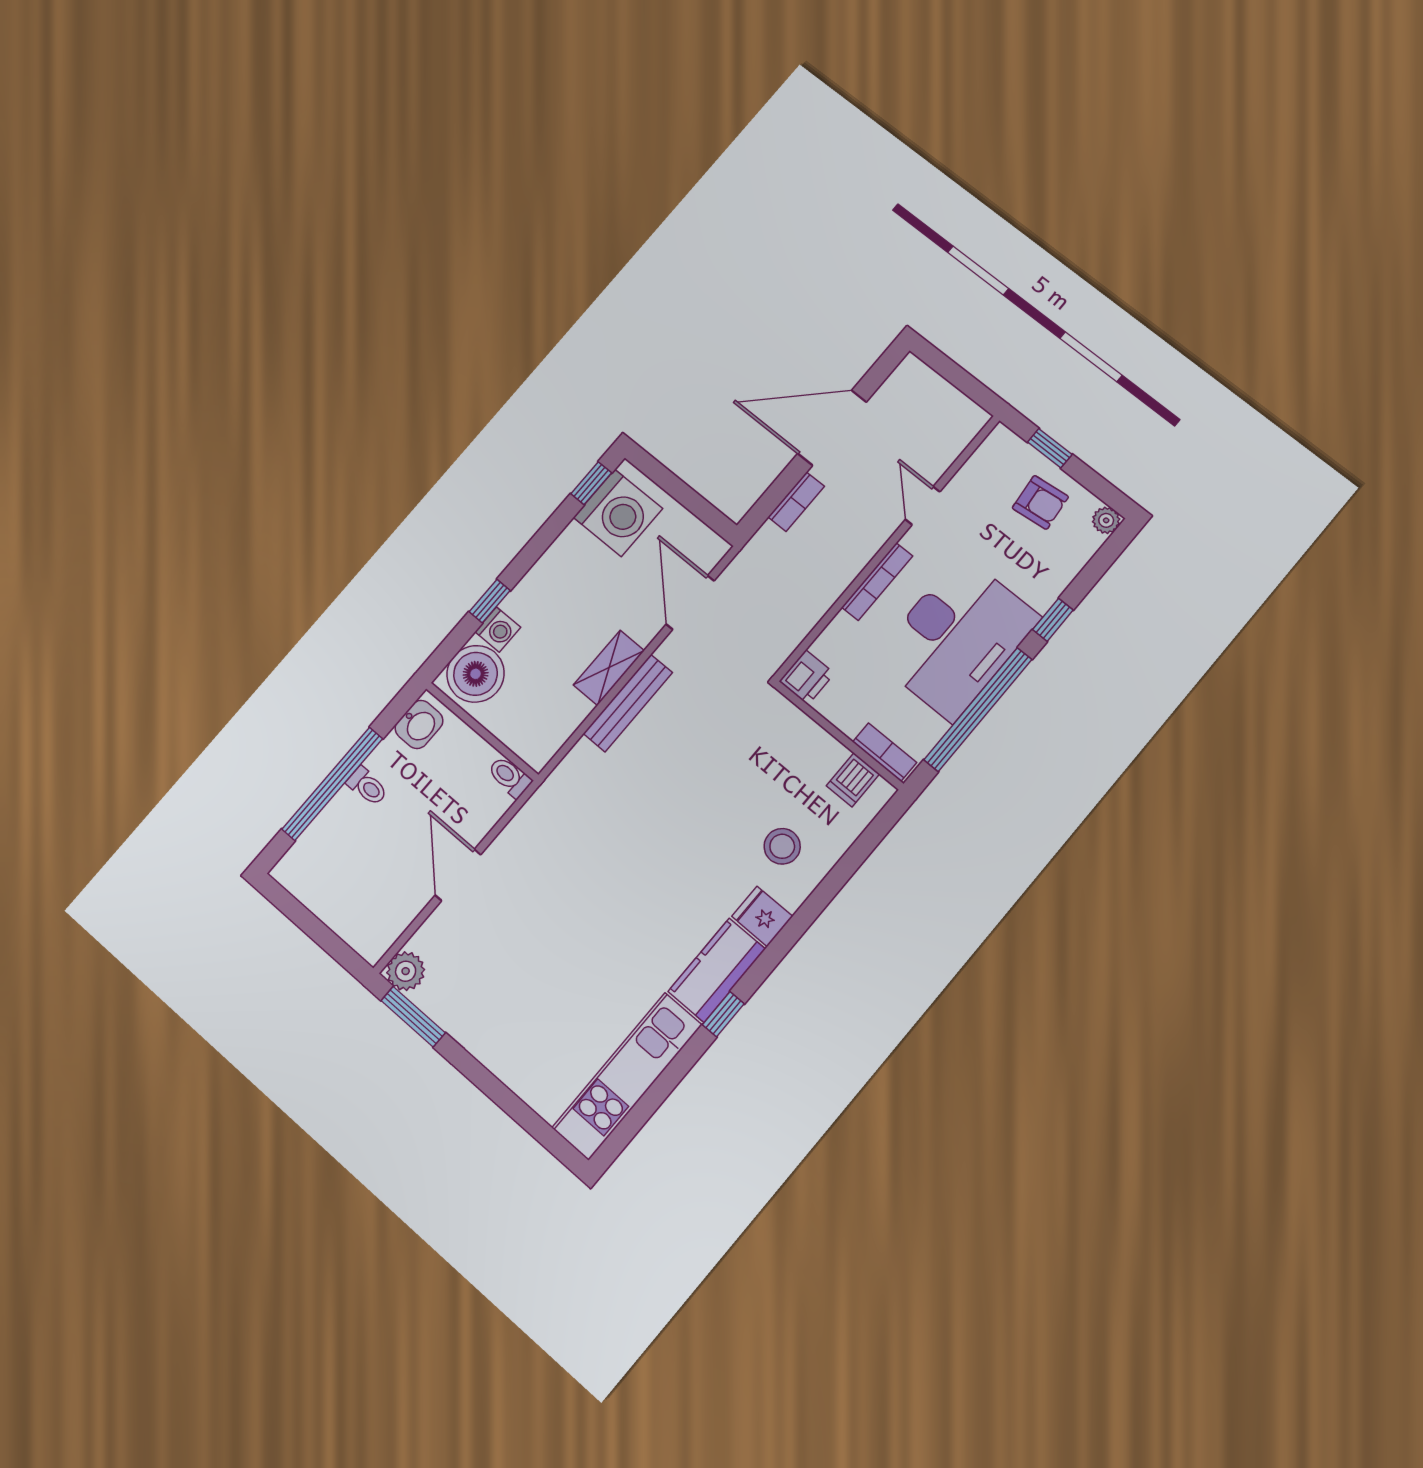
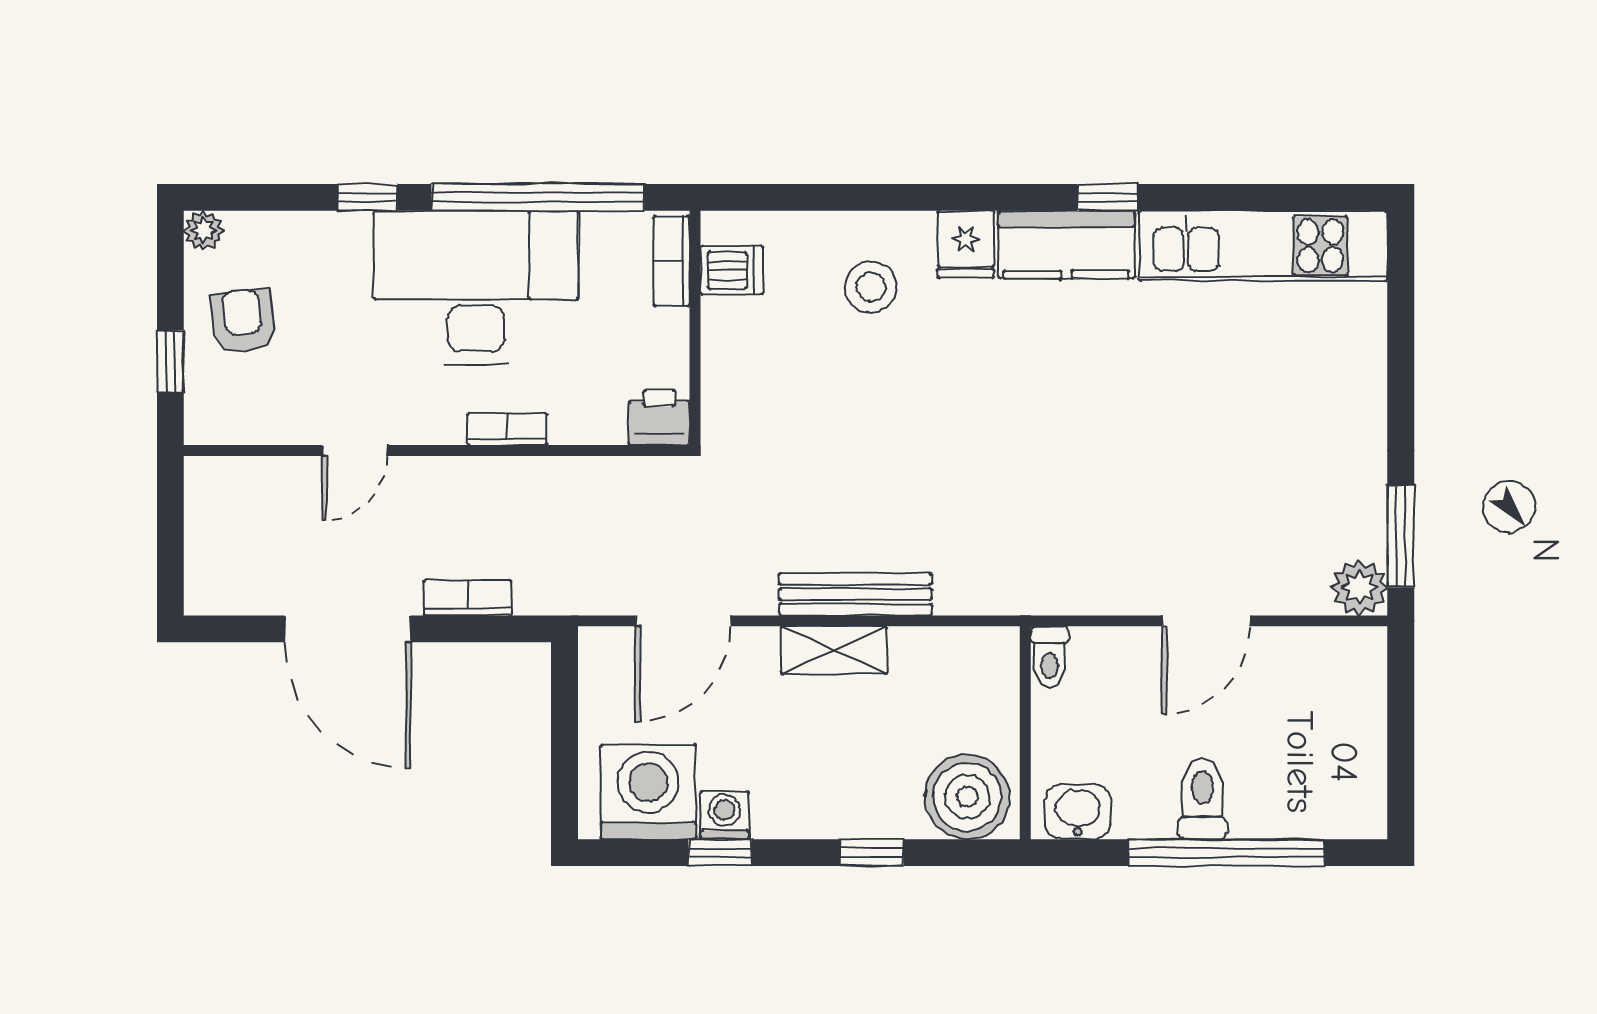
window: (591, 483) -> (720, 853), moved
bookcase: (877, 582) -> (507, 429), width x0.64
washing machine: (498, 630) -> (724, 815), moved
toilet: (367, 786) -> (1202, 799), width x1.37, depth x1.39

